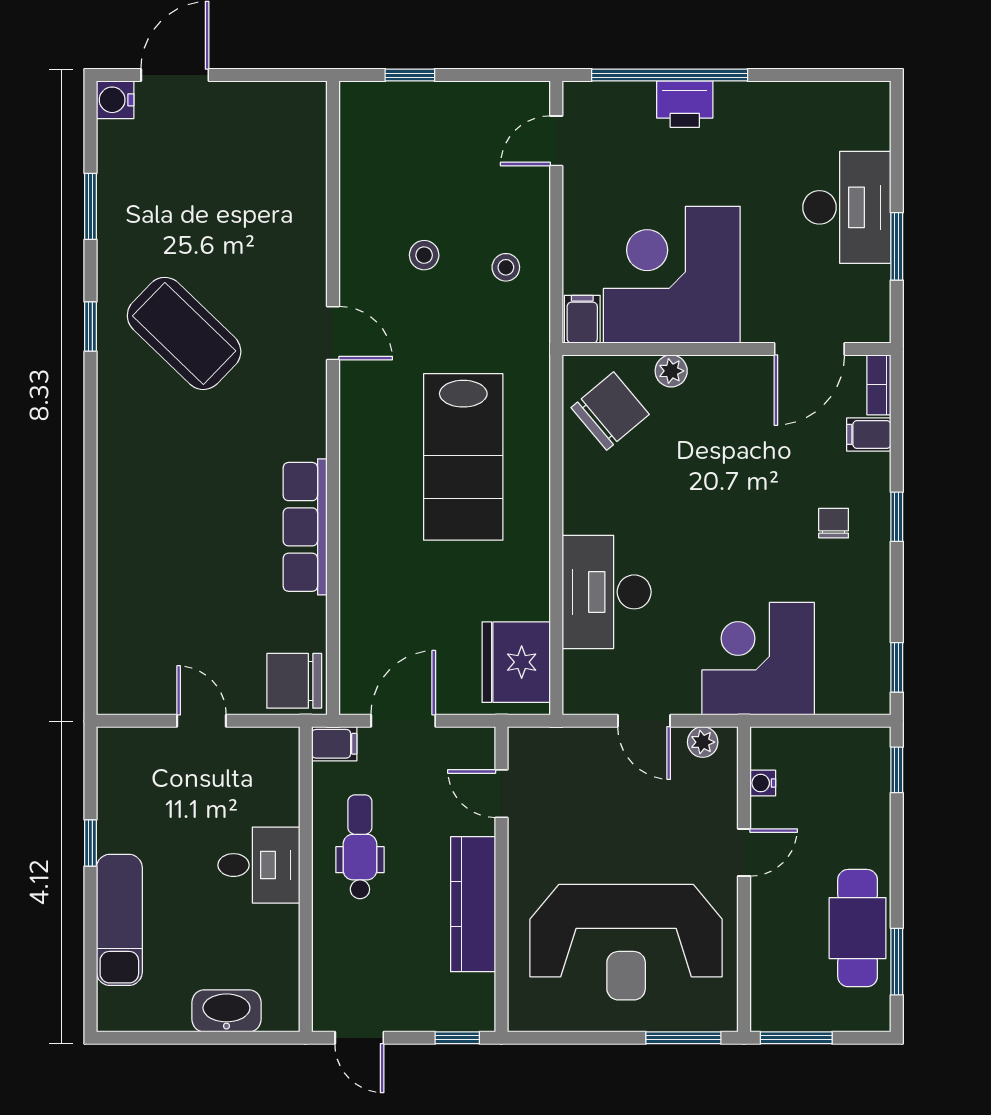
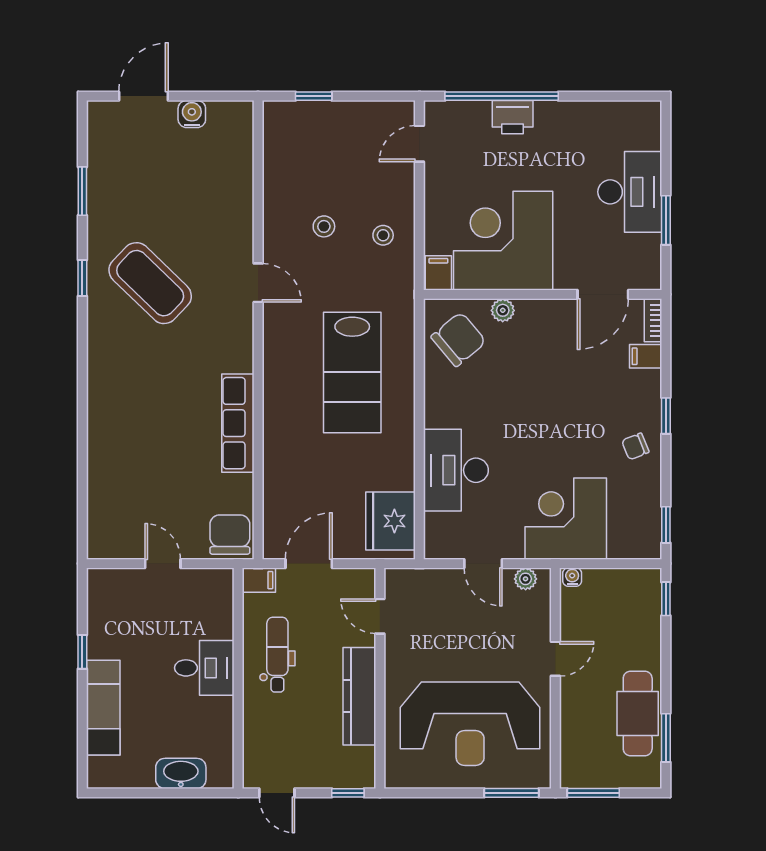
water cooler: (115, 100) -> (192, 114), moved, turned 90
chair: (834, 523) -> (635, 446), moved, turned -112
chair: (294, 681) -> (230, 535), turned 90
water cooler: (763, 783) -> (572, 577), moved, turned 90

